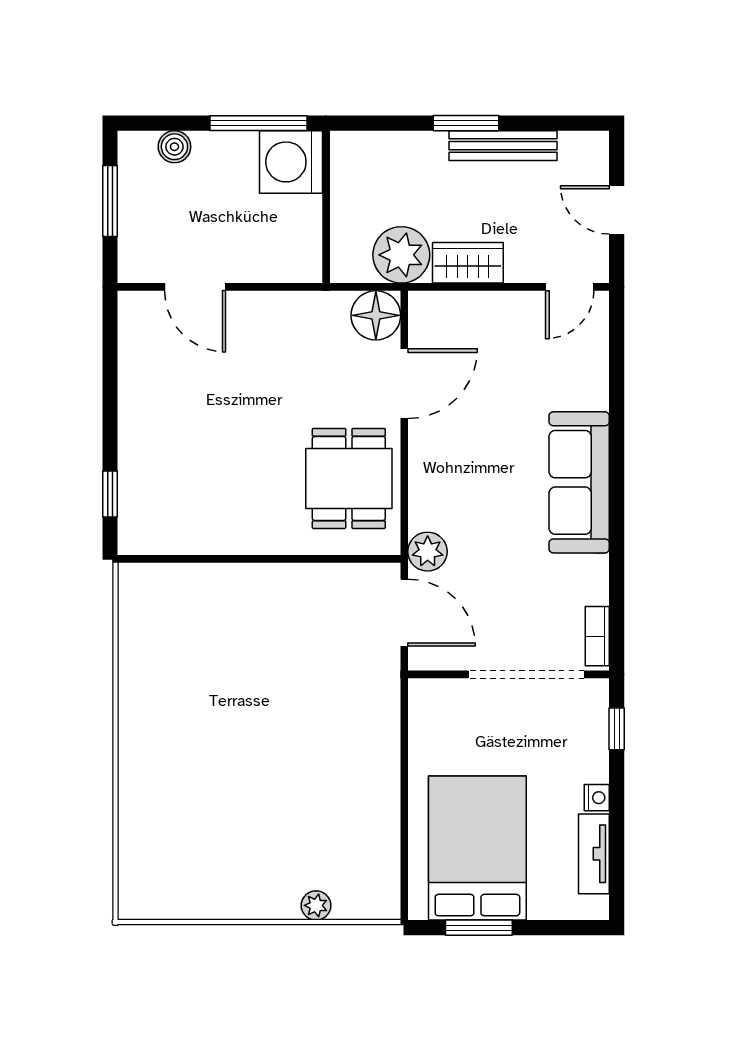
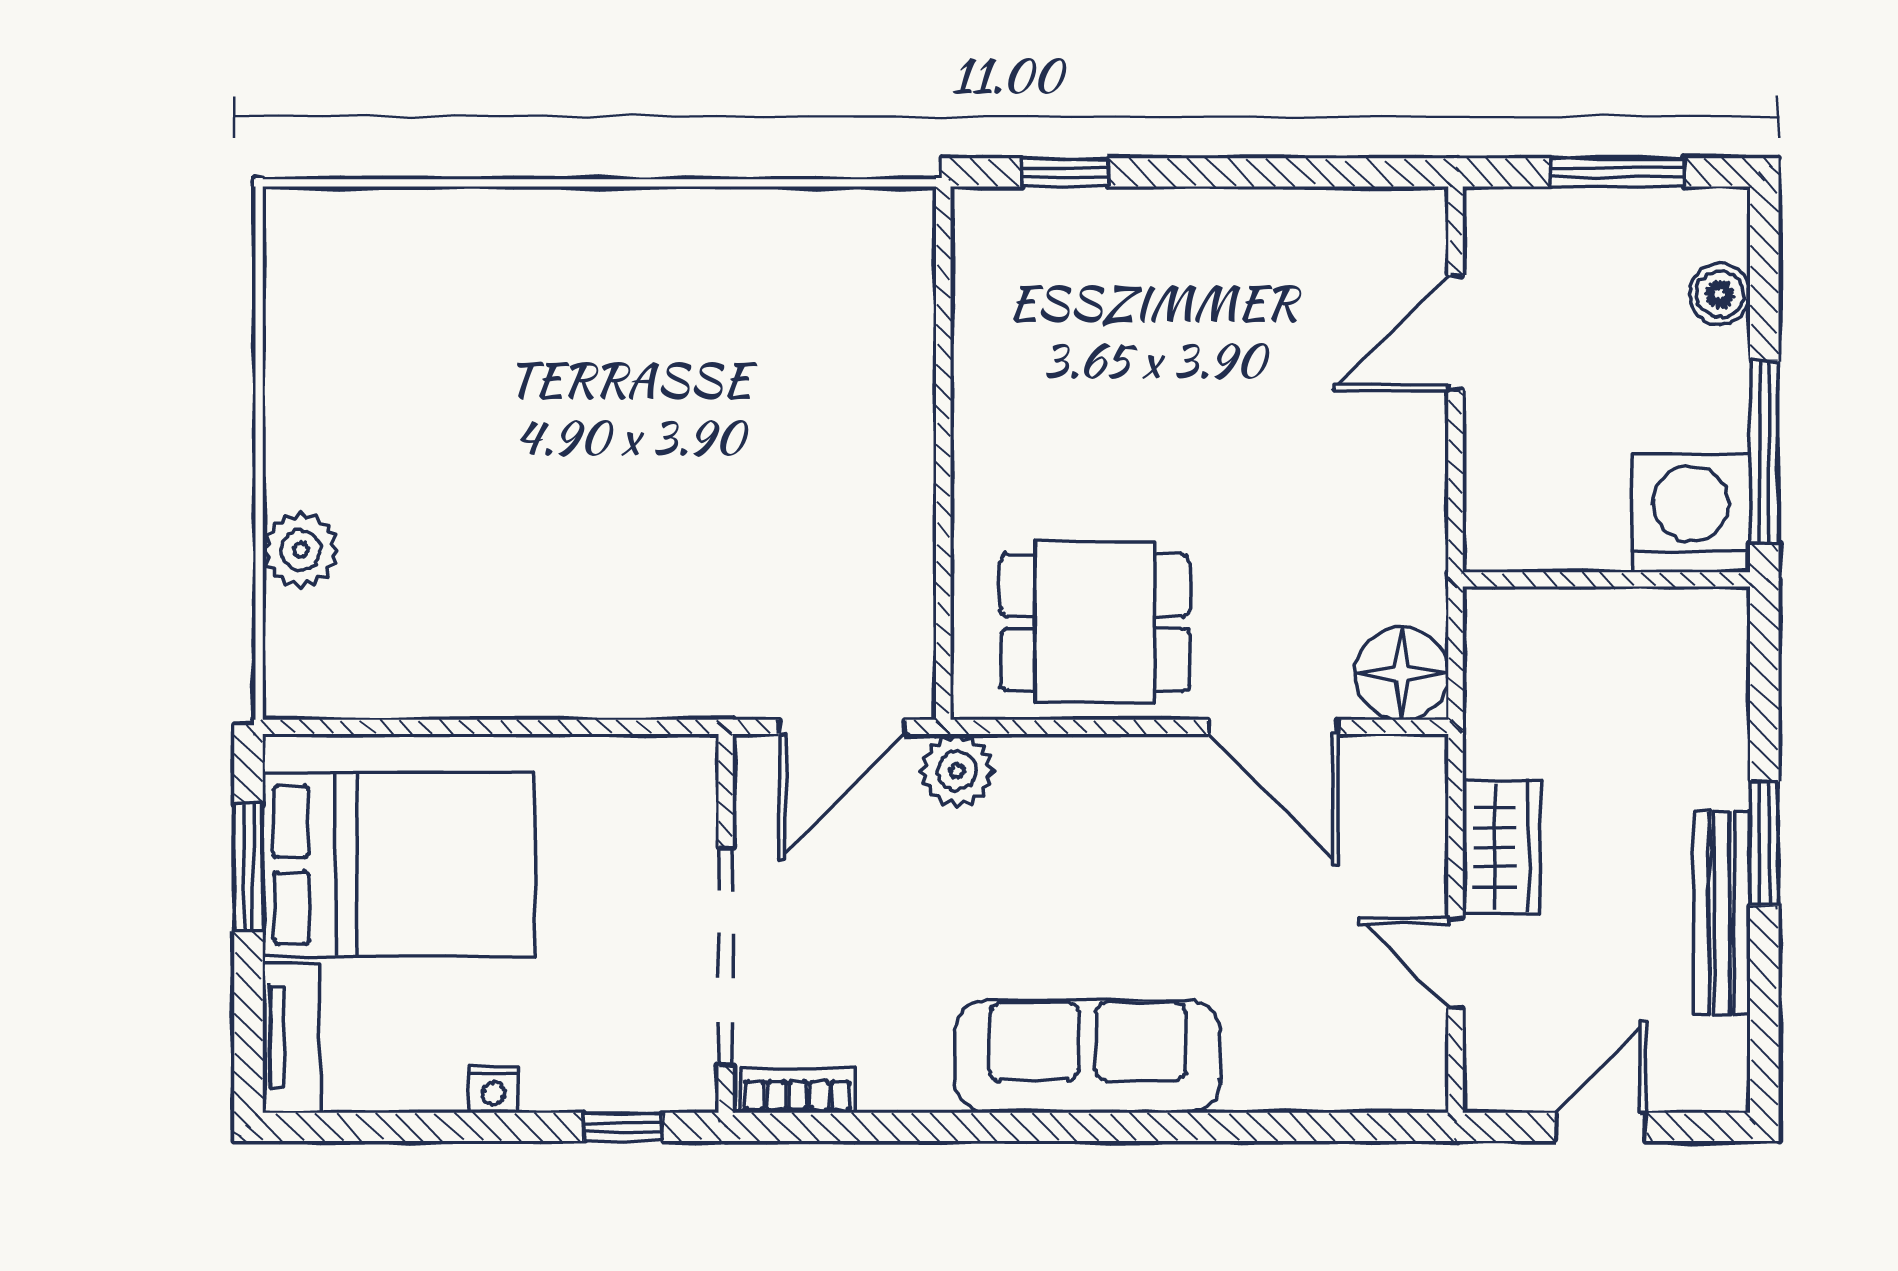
plant: (401, 255) -> (1516, 721), removed
door: (570, 287) -> (1455, 963), moved
tv unit: (594, 854) -> (291, 1037), moved, turned 90
plant: (316, 905) -> (301, 550), width x1.38, depth x1.38

